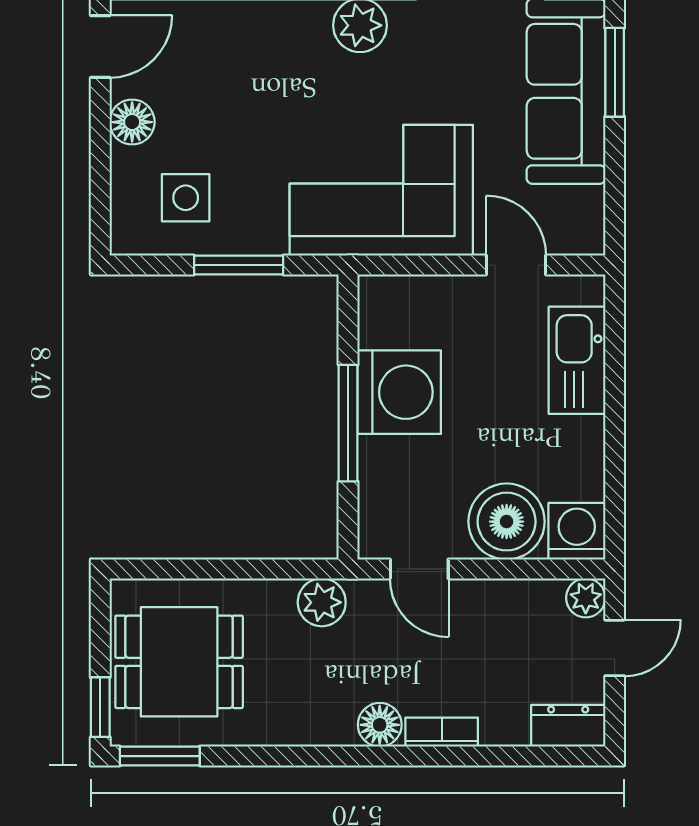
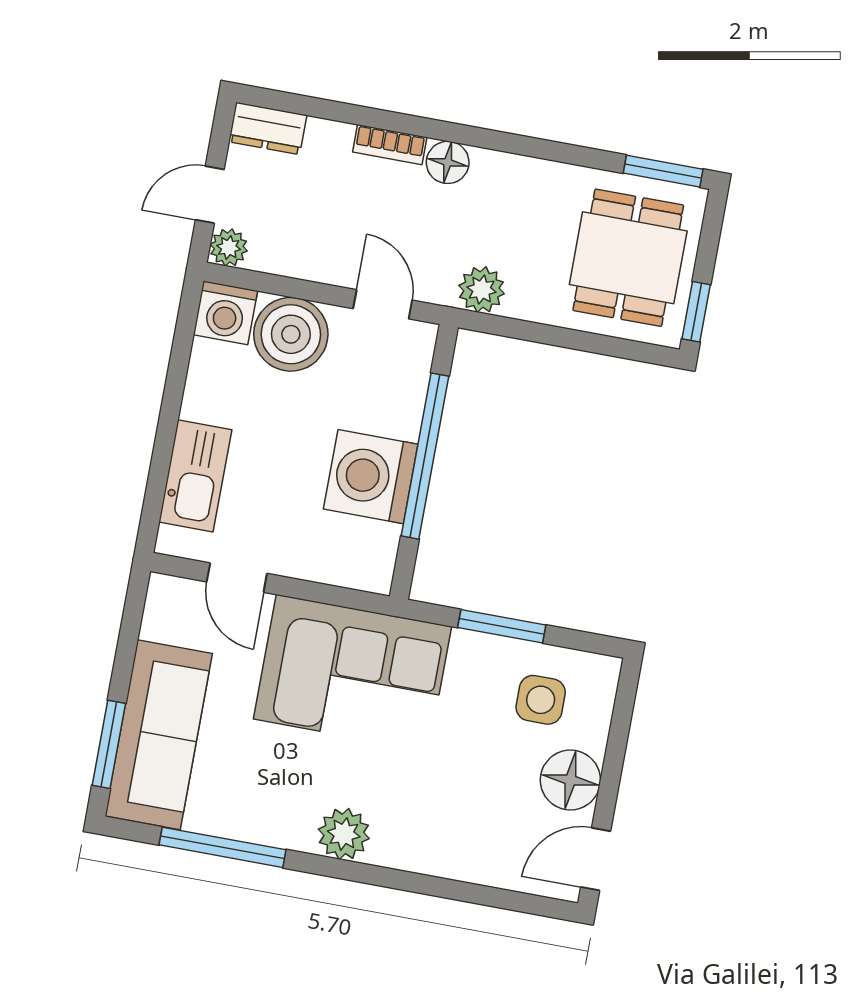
floor lamp: (132, 122) -> (570, 780), width x1.38, depth x1.38
window: (348, 423) -> (425, 456), width x1.46
dining table: (179, 662) -> (628, 258), turned 90
window: (100, 707) -> (696, 312), moved

